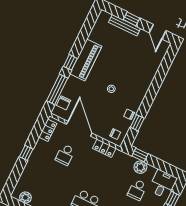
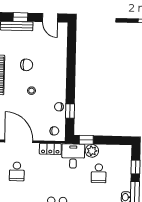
chair: (117, 64) -> (27, 65), added
desk: (163, 184) -> (73, 156), moved

